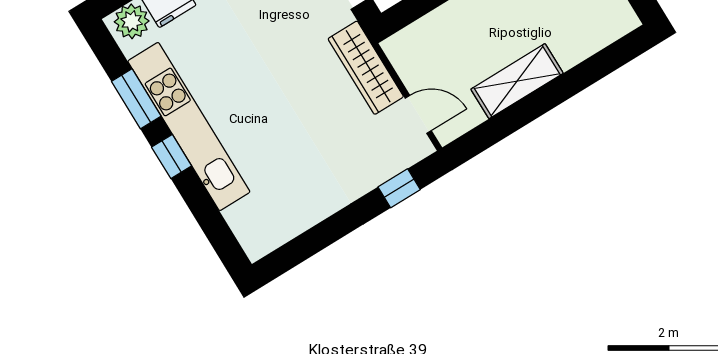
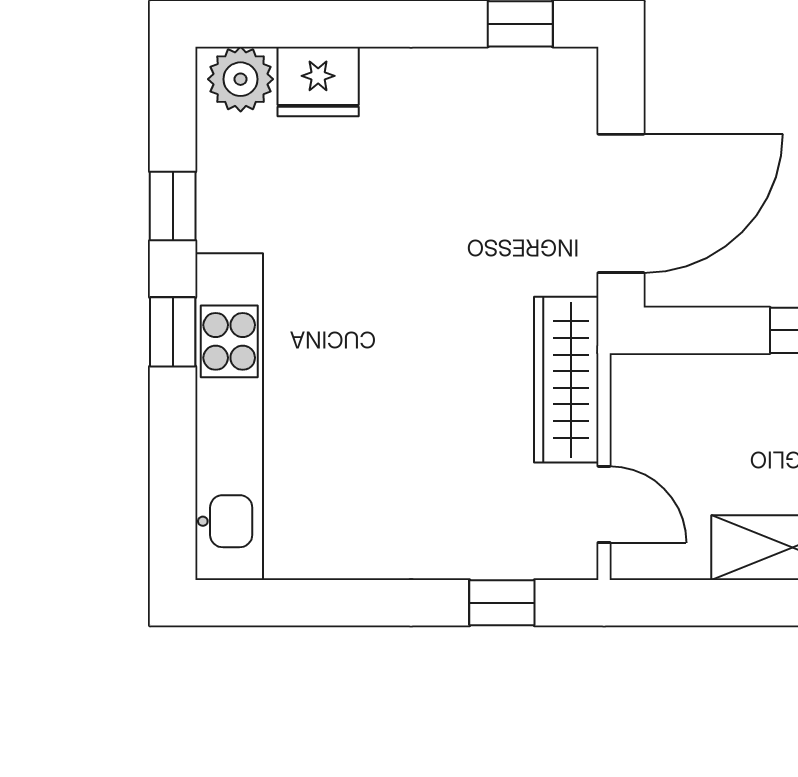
window: (136, 99) -> (173, 206), width x0.67
kitchen unit: (189, 127) -> (229, 417), moved

